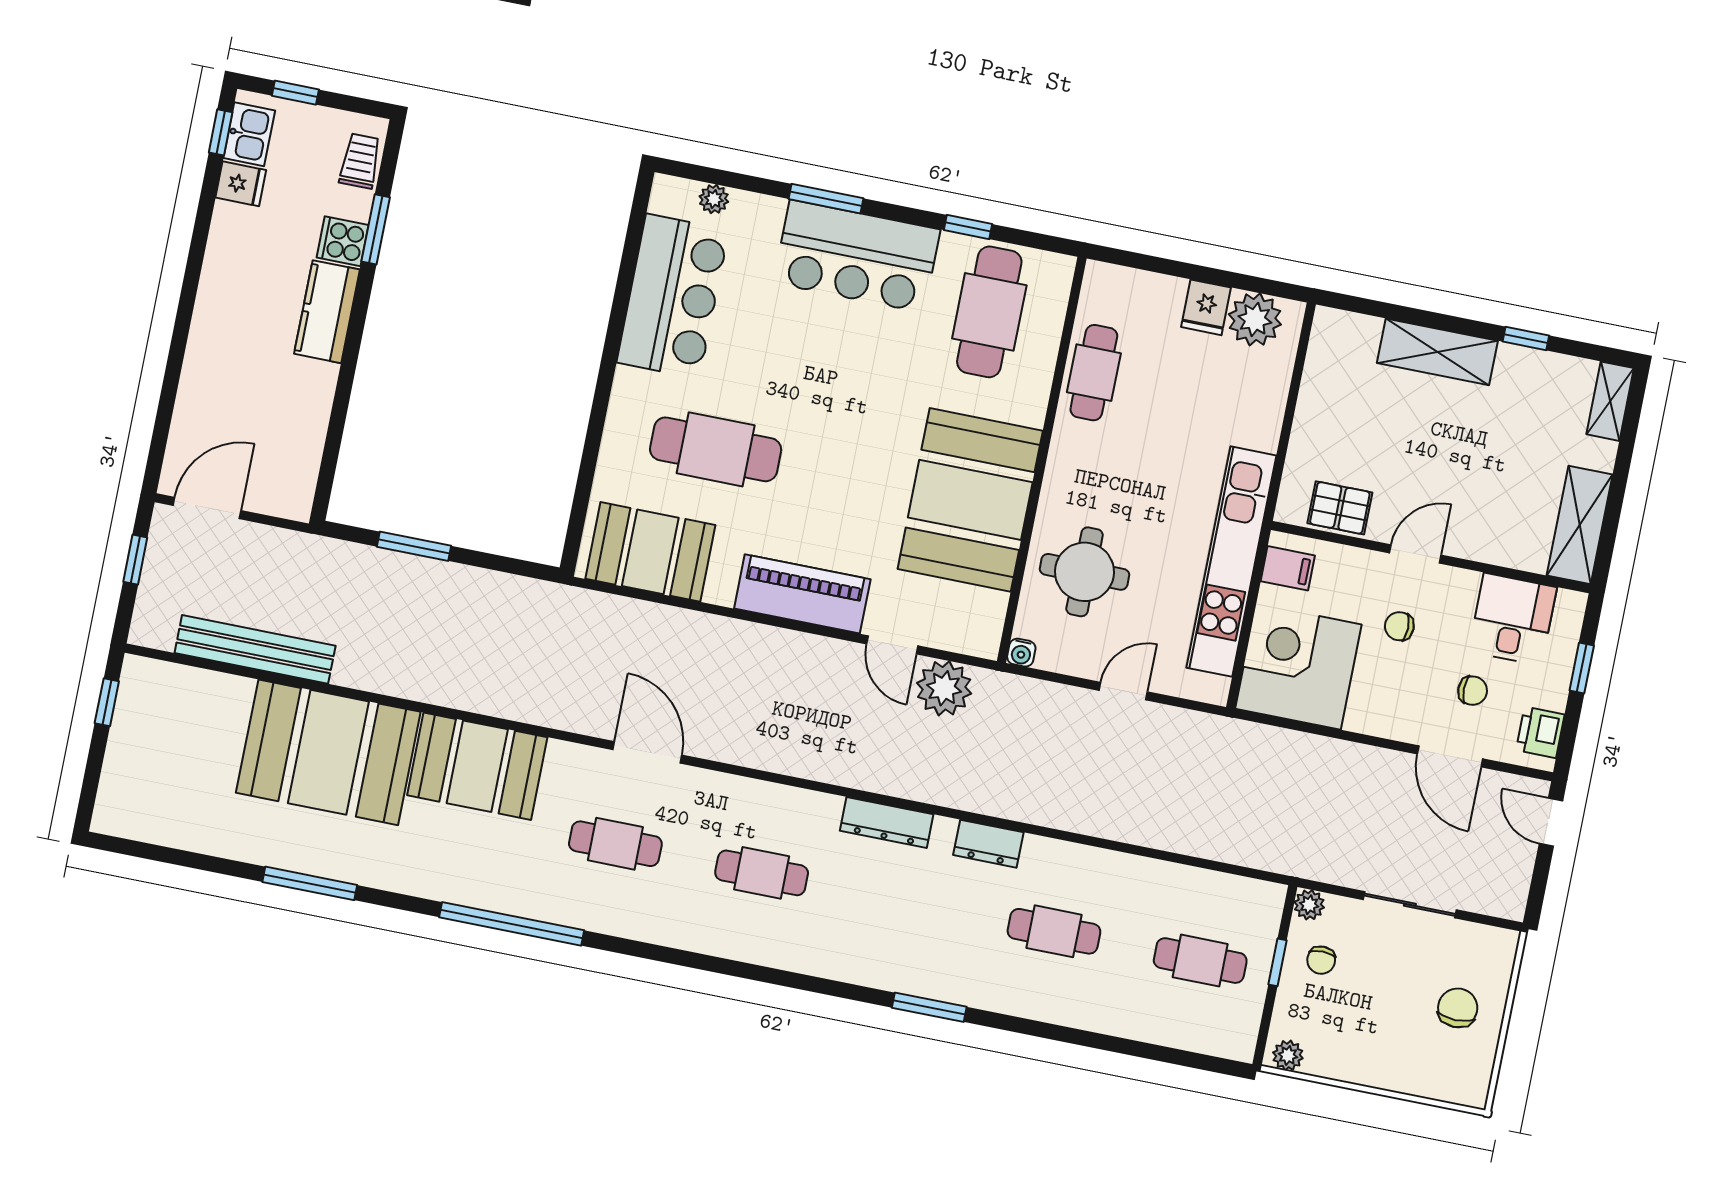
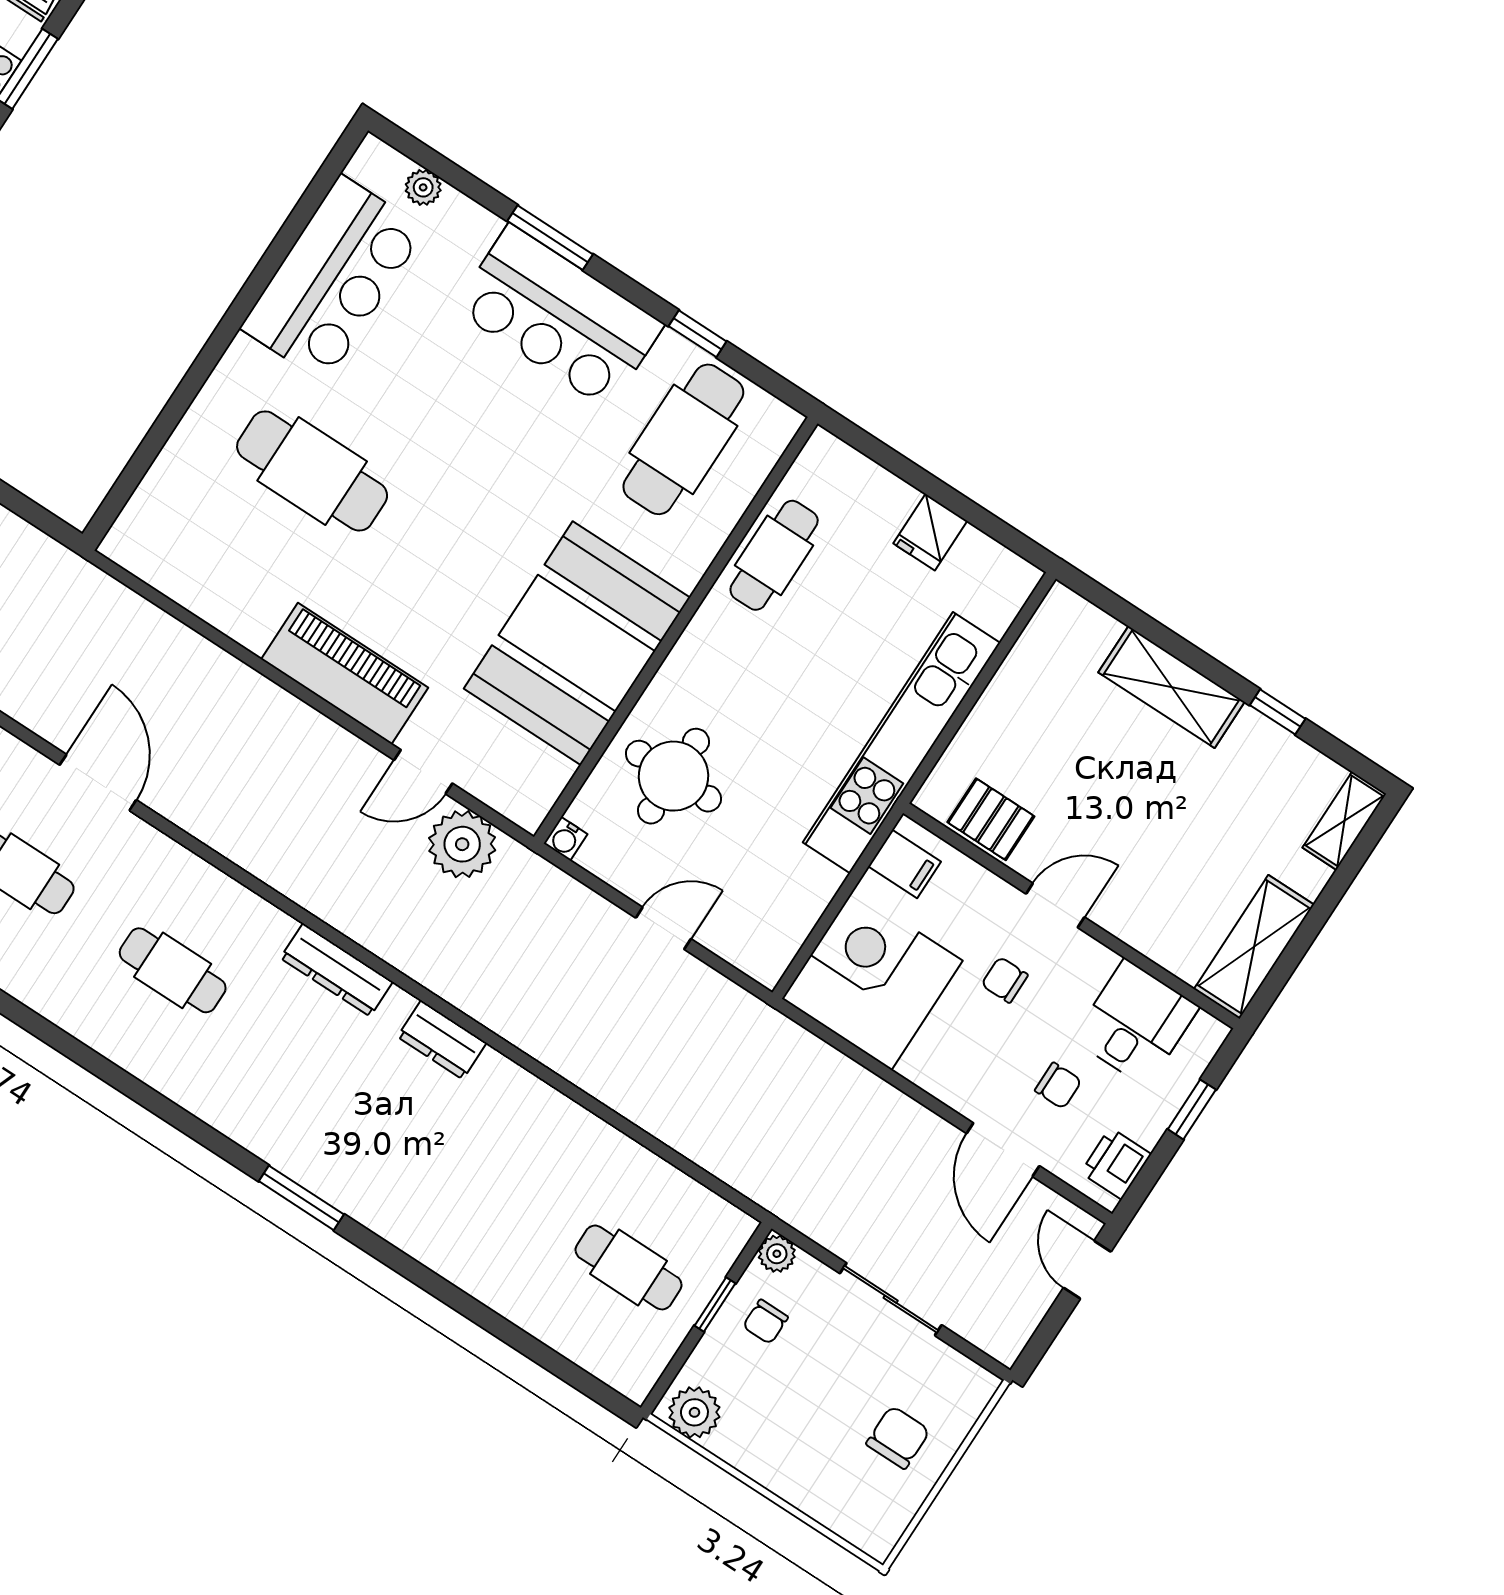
plant: (1255, 319) -> (980, 568), removed
booth: (650, 552) -> (192, 557), removed
kitchen unit: (1231, 562) -> (901, 743), moved
door: (892, 645) -> (423, 772), hinge flipped
cafe table: (1054, 931) -> (477, 1168), removed
plant: (1288, 1055) -> (694, 1412), width x1.38, depth x1.38

